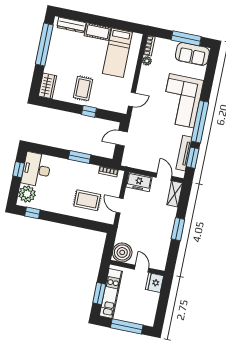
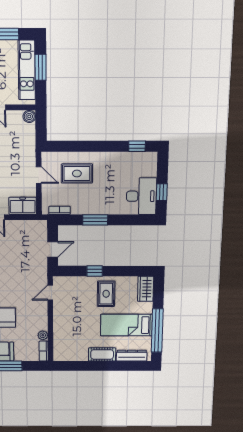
bed: (117, 53) -> (126, 325), moved, turned -90
plant: (27, 194) -> (147, 167), removed
boiler: (122, 252) -> (29, 116), width x0.54, depth x0.54

